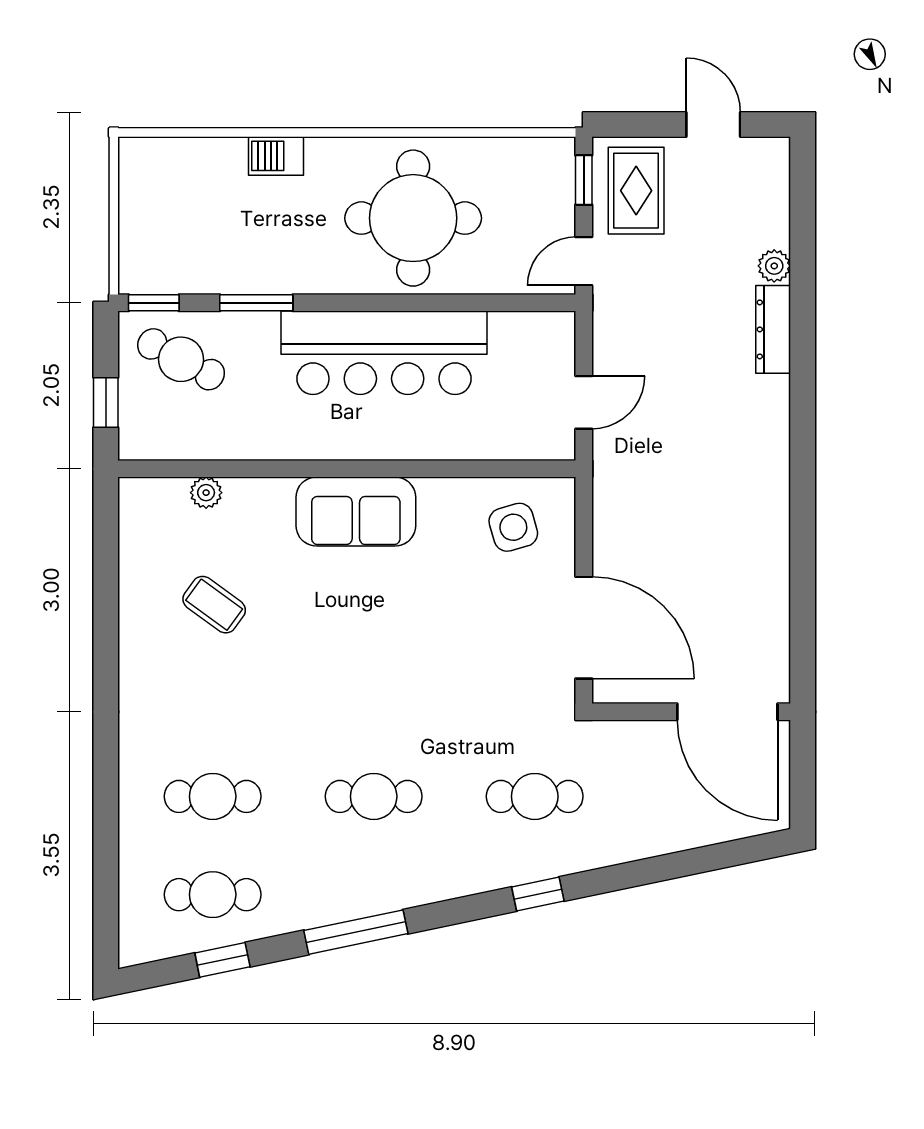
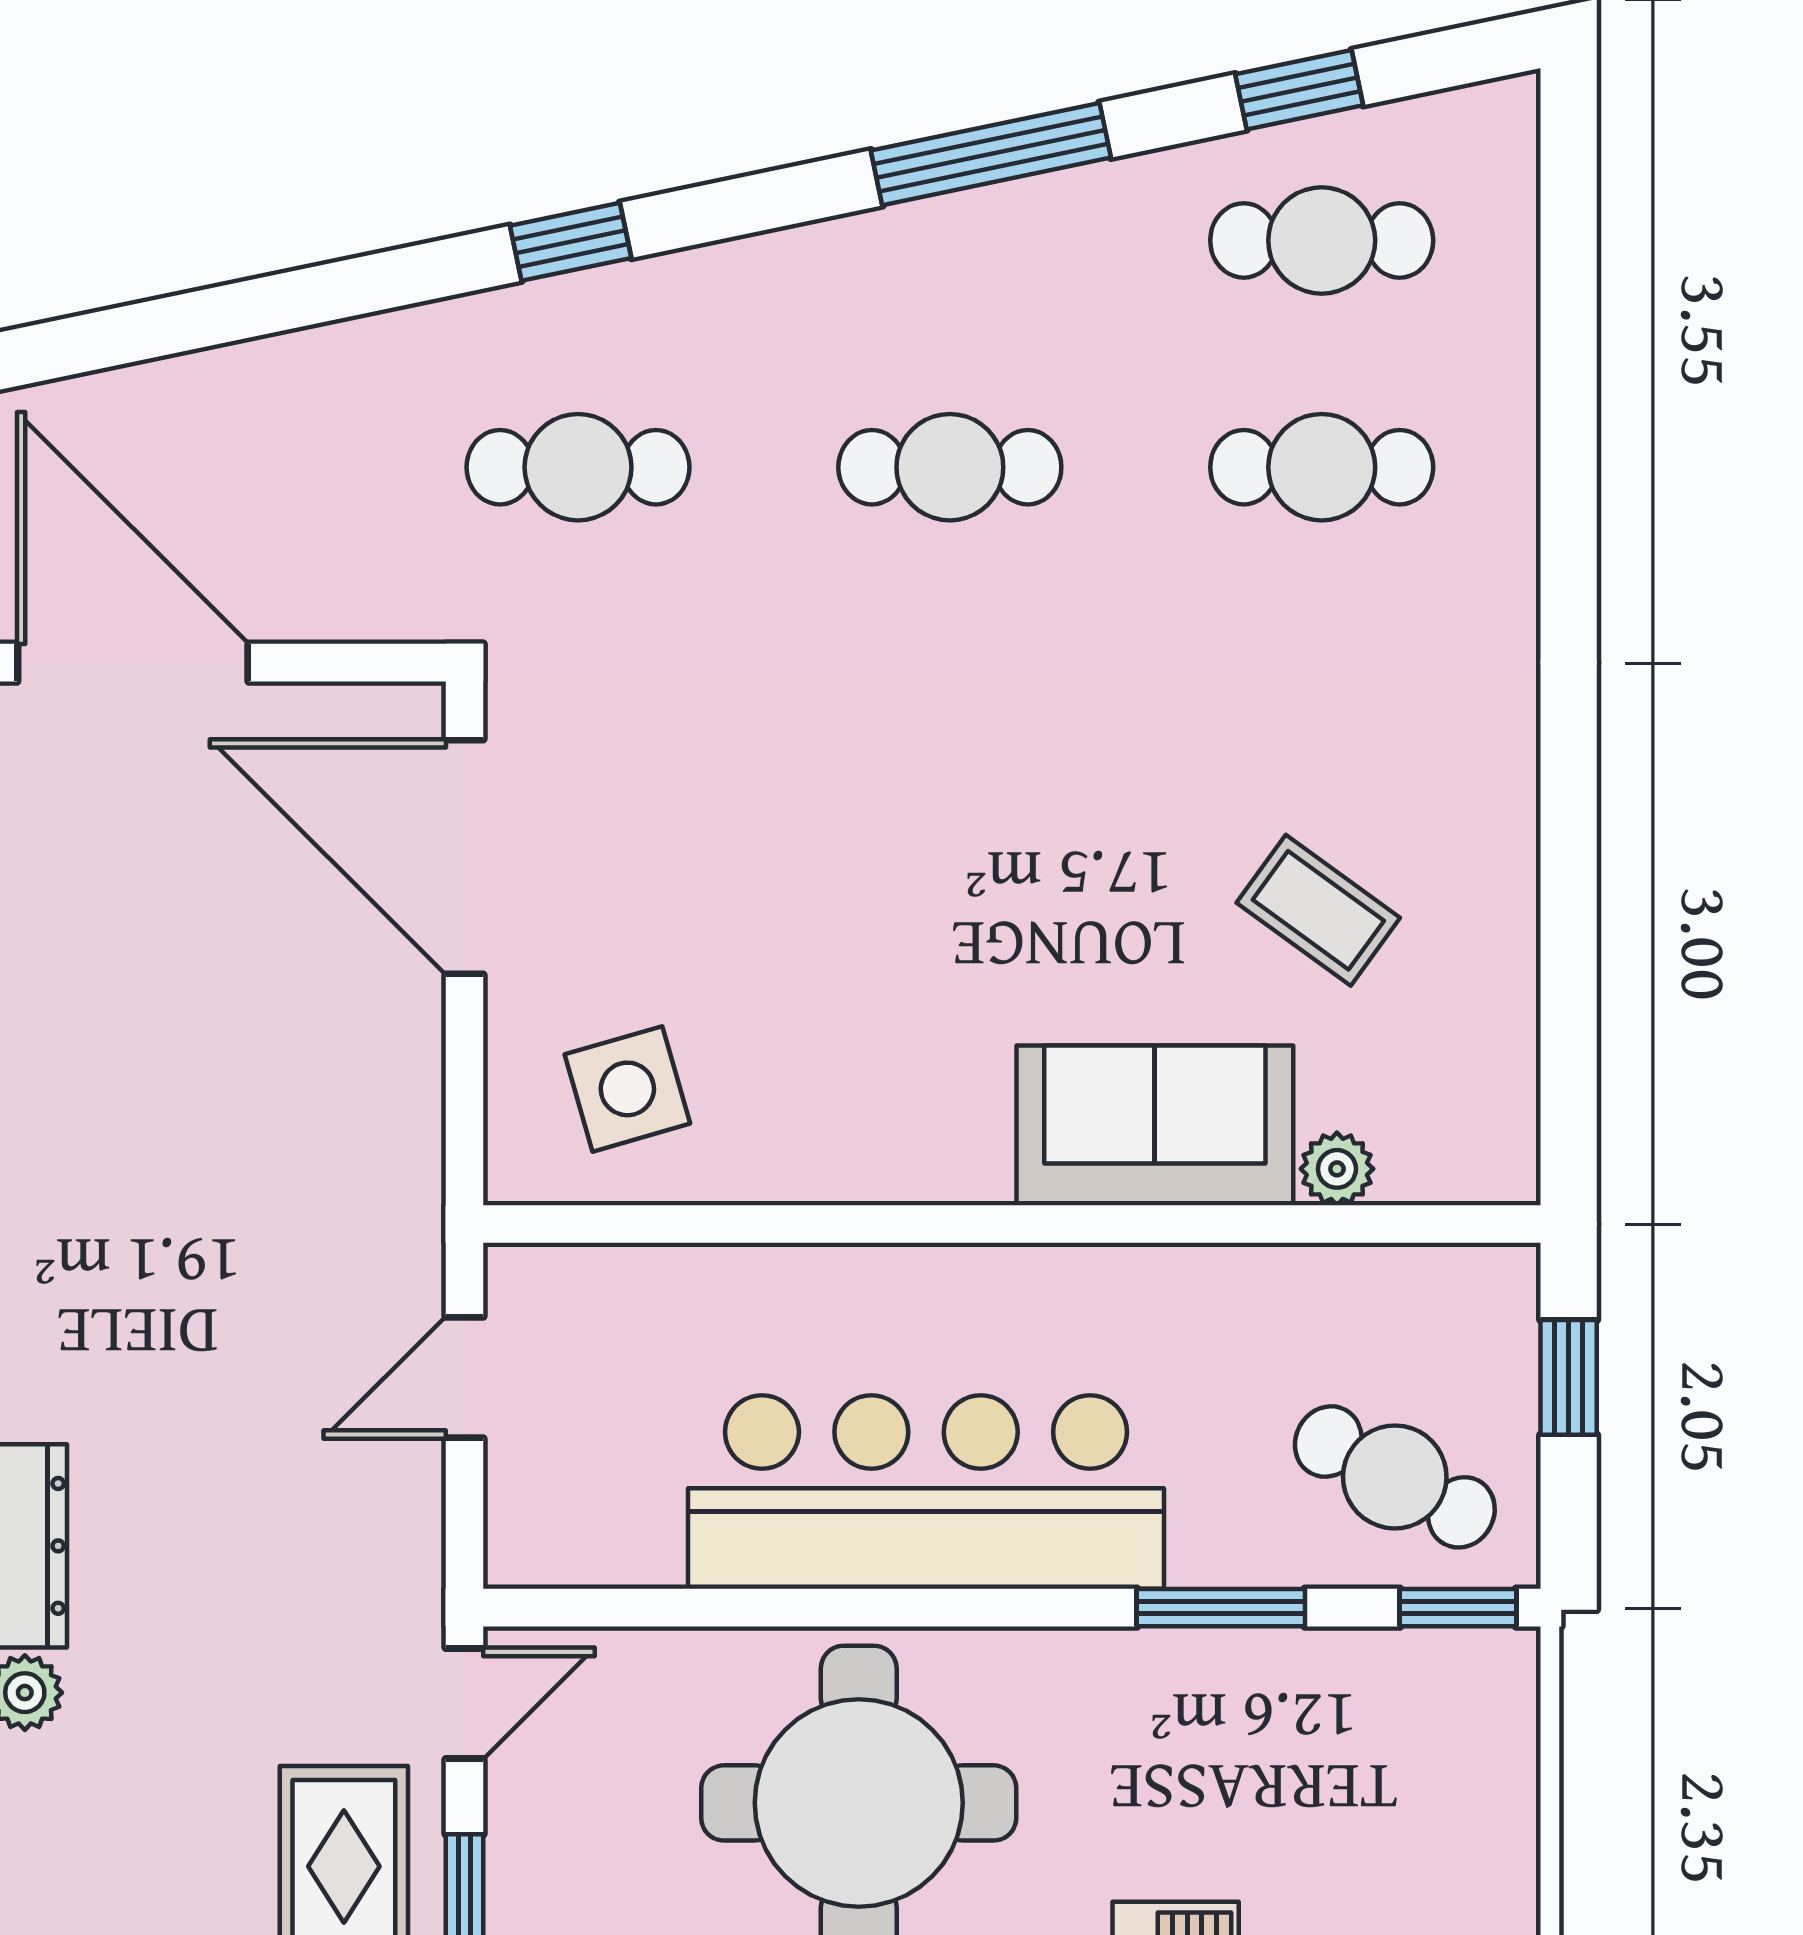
sofa: (356, 511) -> (1155, 1125), moved

